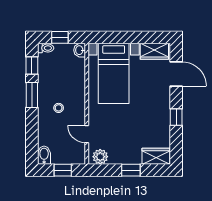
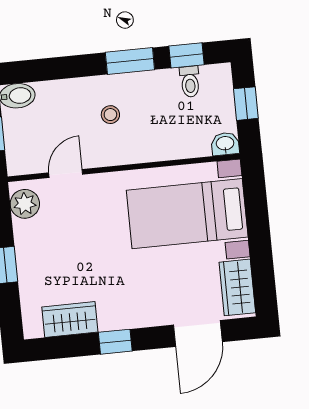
toilet: (46, 48) -> (190, 82), moved
wardrobe: (156, 156) -> (70, 319), moved, turned -90

